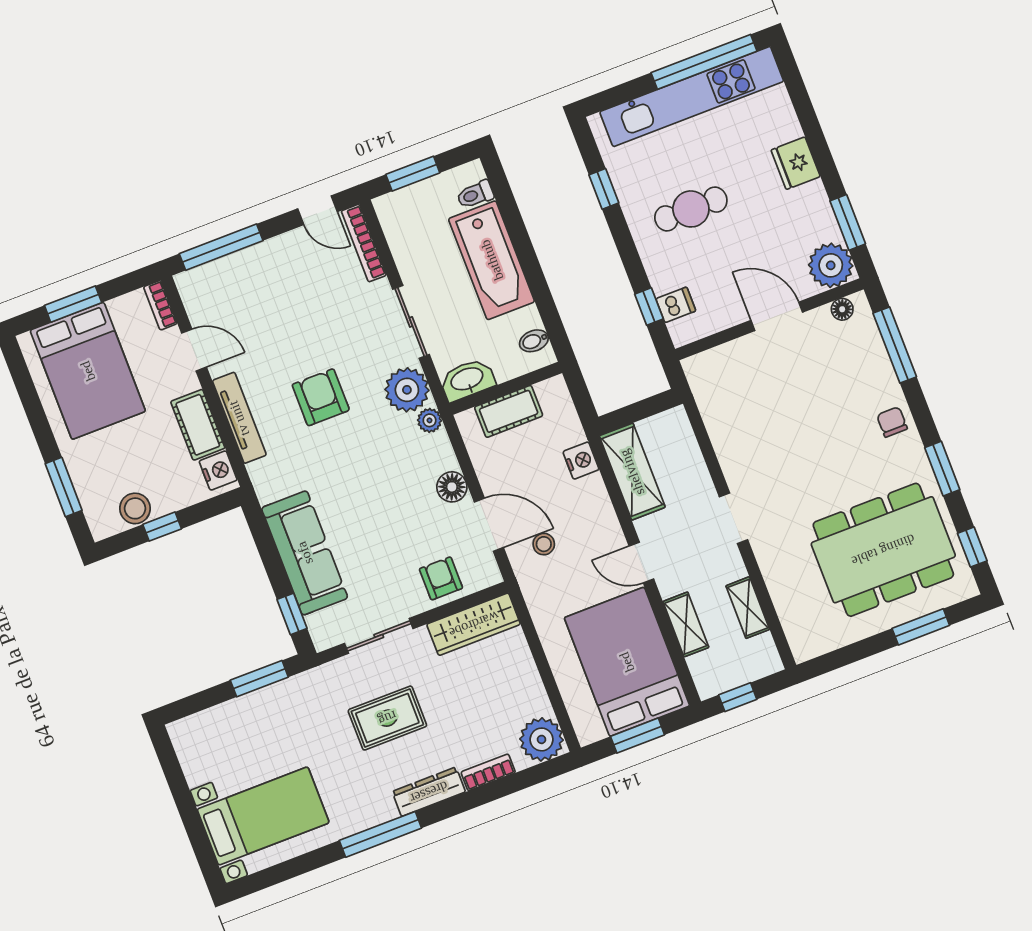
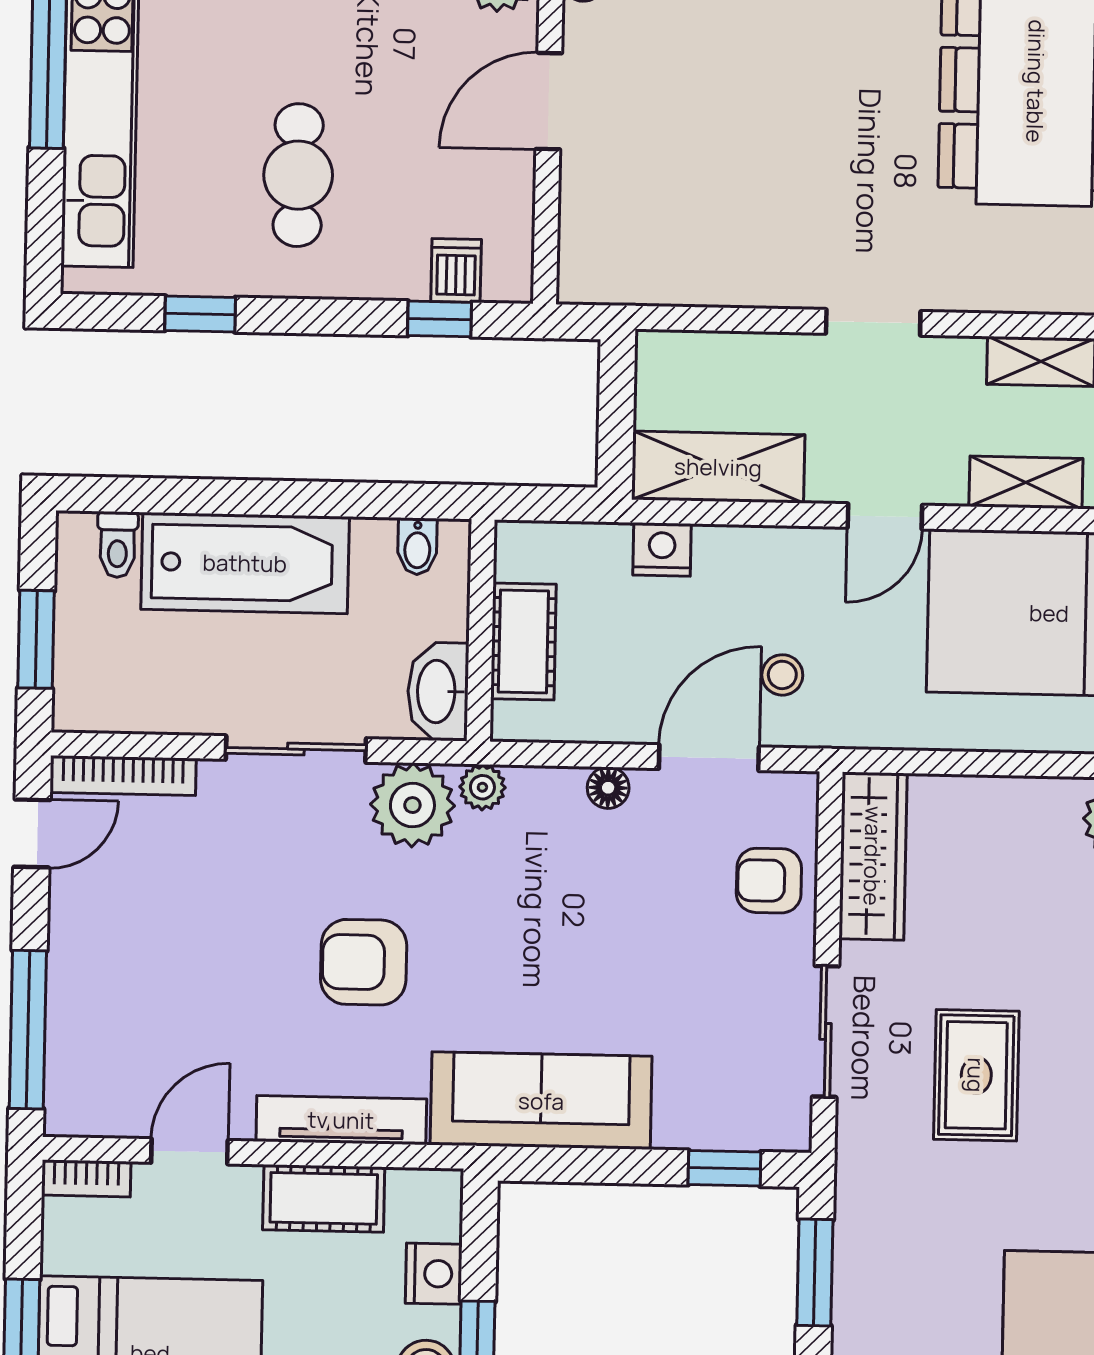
nightstand: (218, 471) -> (434, 1274), moved, turned 90
floor lamp: (452, 487) -> (608, 788), width x0.73, depth x0.73
sofa: (305, 553) -> (541, 1101), moved

